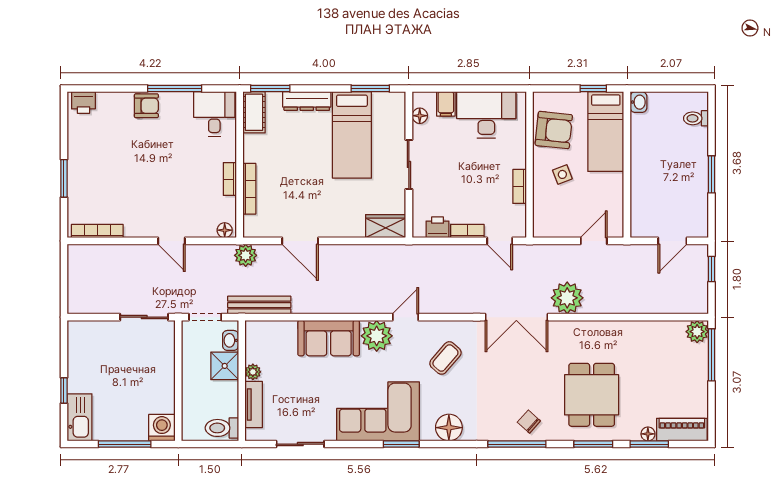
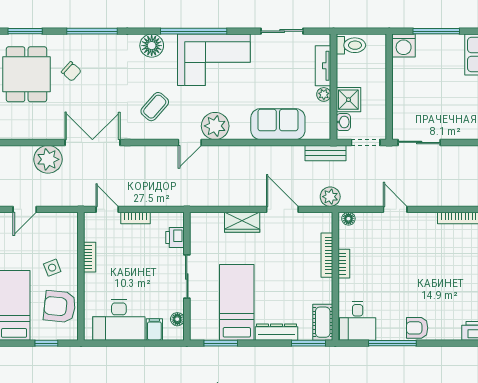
window: (593, 89) -> (46, 343), moved
wardrobe: (386, 226) -> (242, 222), moved
printer: (438, 227) -> (175, 237), moved, turned 90
bench: (259, 305) -> (326, 153), width x0.73
sofa: (329, 338) -> (278, 124), moved
chair: (529, 422) -> (71, 71), moved
window: (401, 444) -> (194, 31), width x2.11

